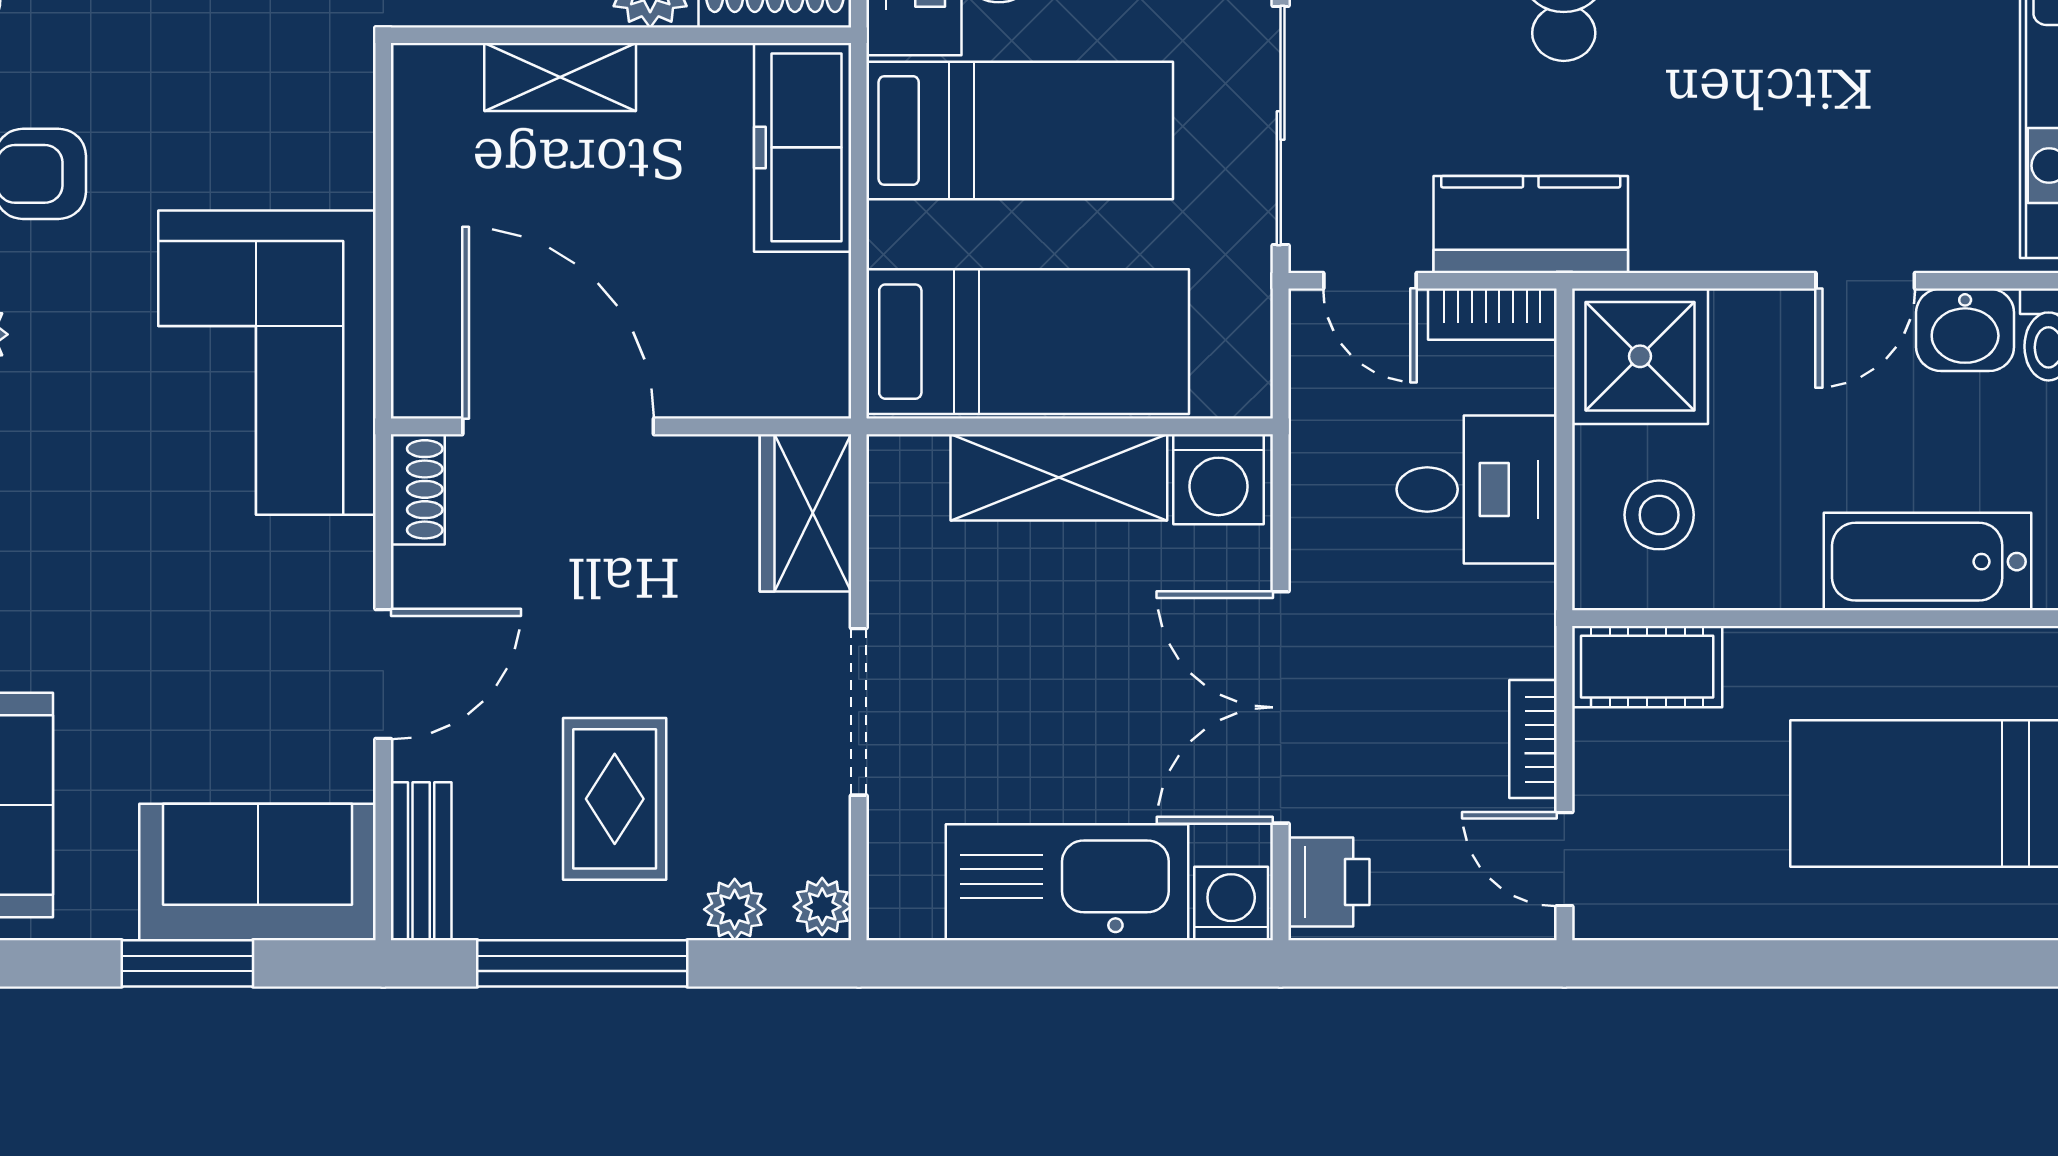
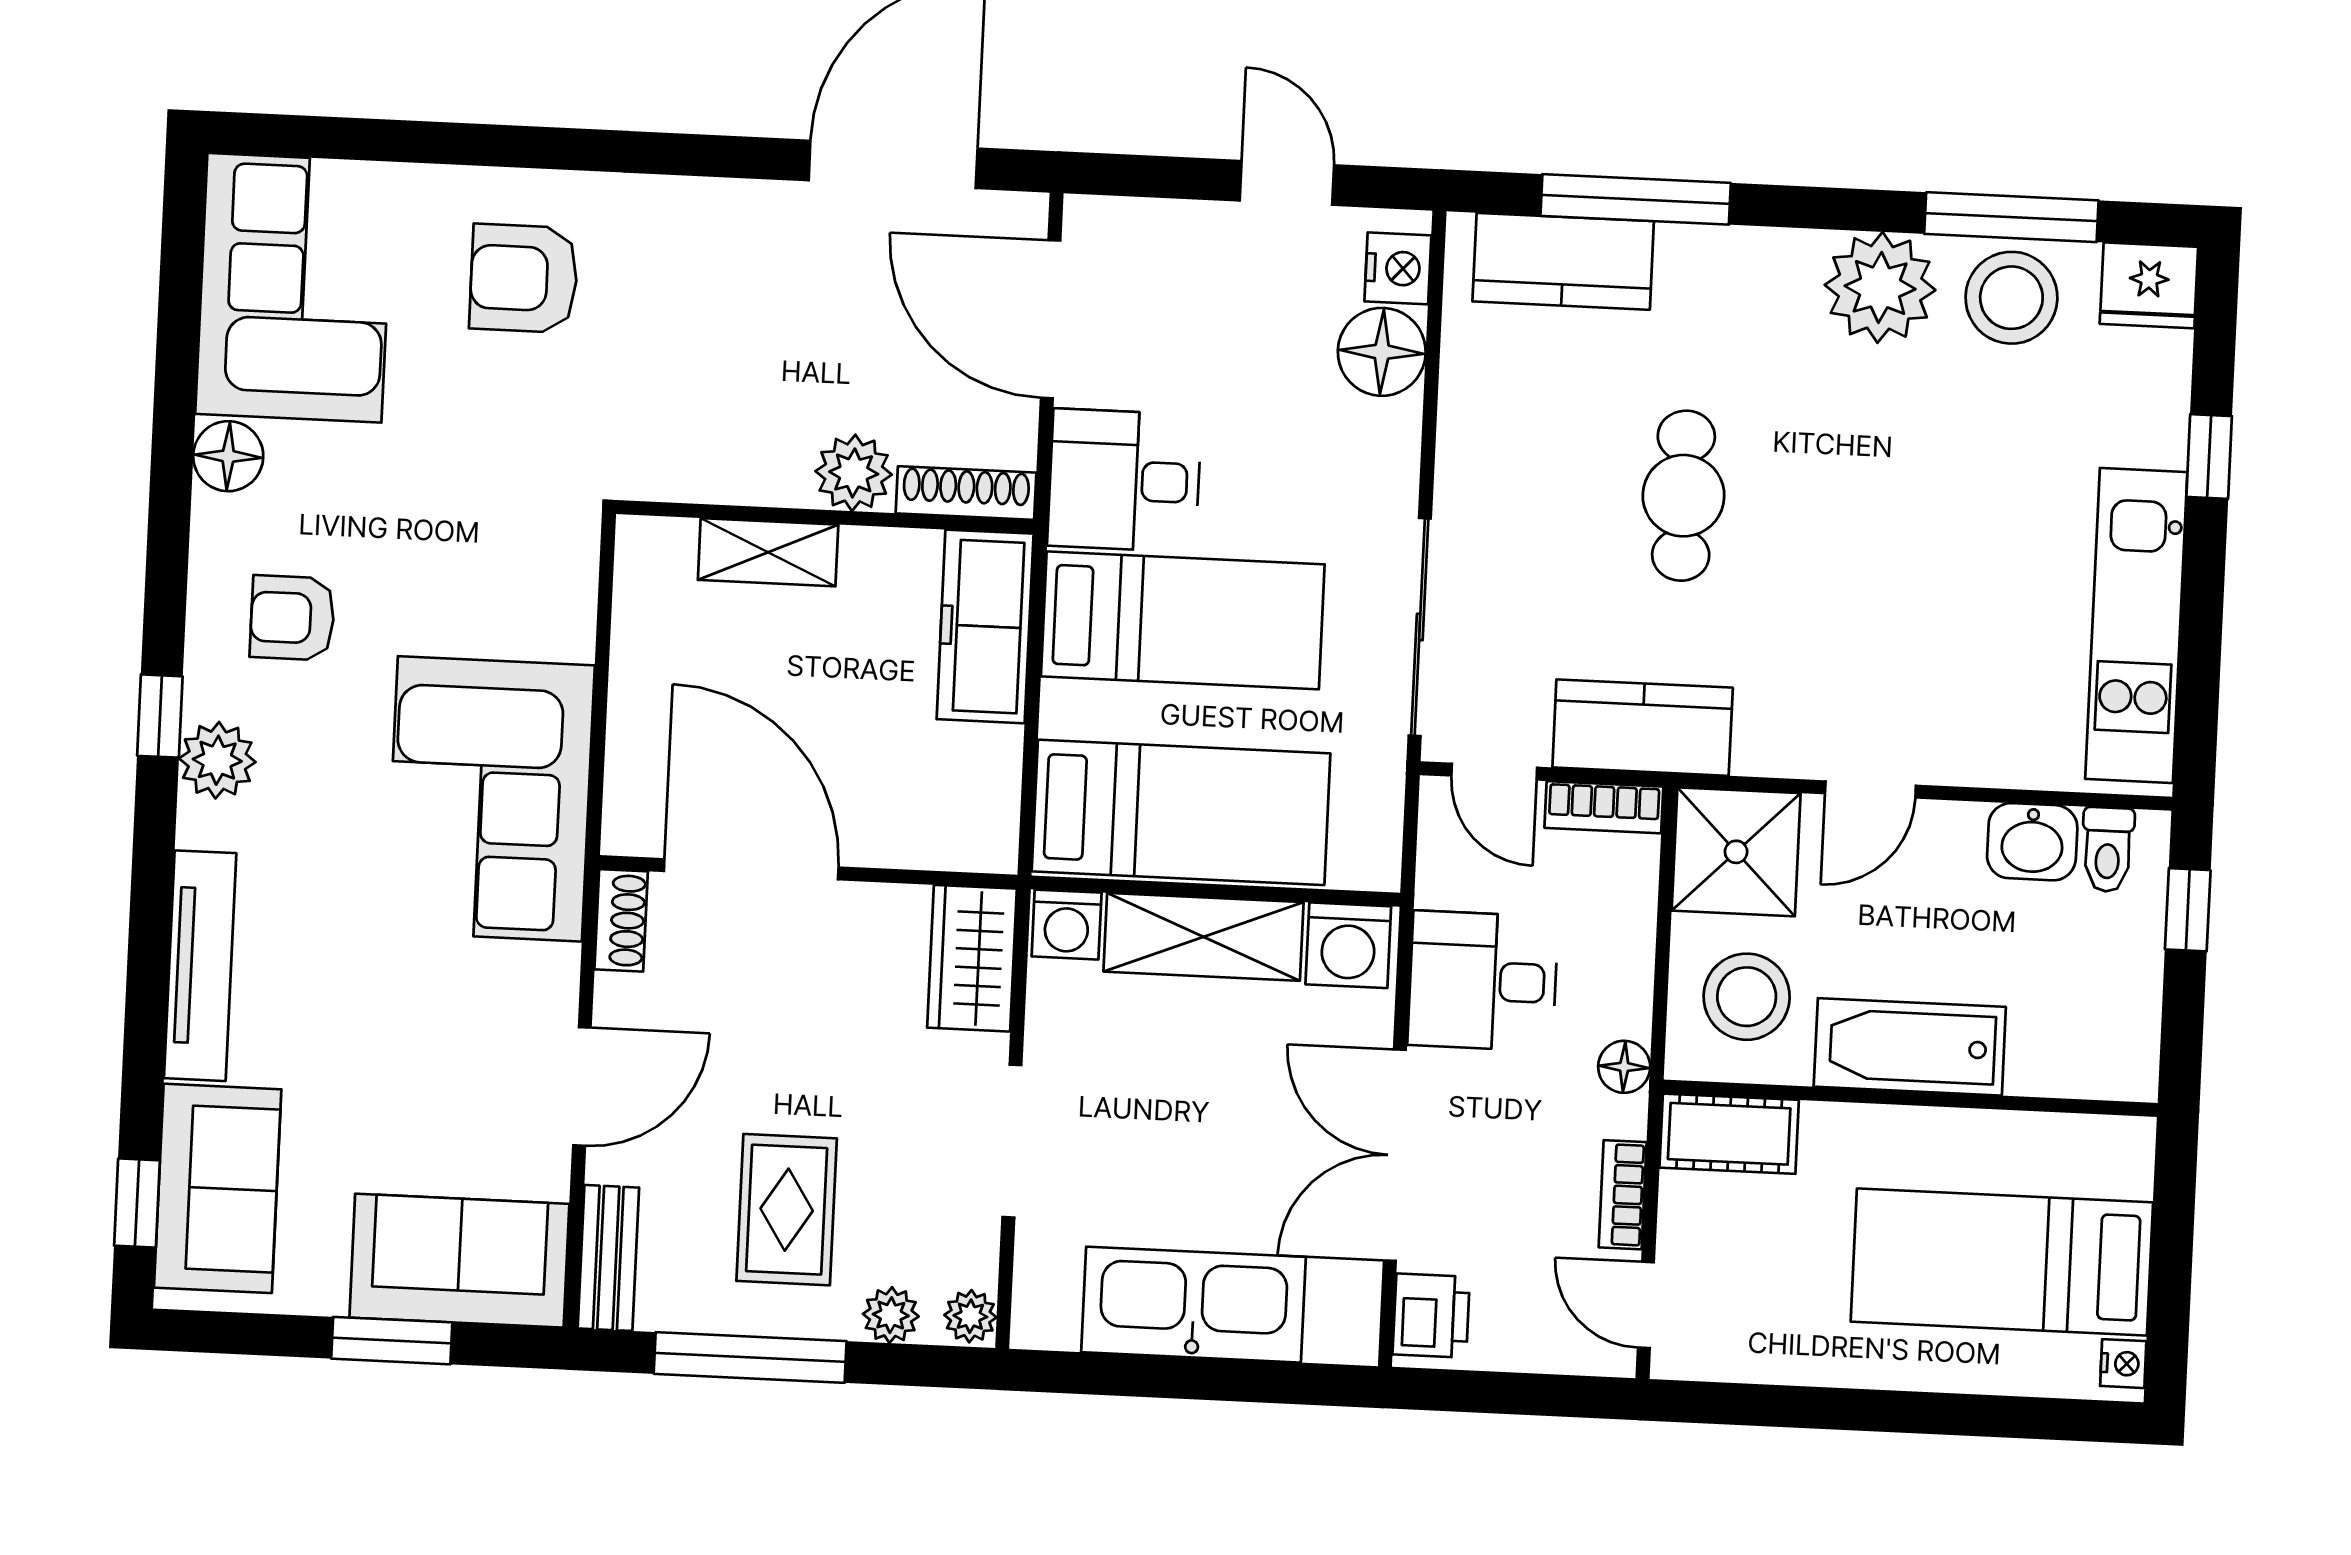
door: (1865, 281) -> (1870, 789), moved
desk: (1477, 489) -> (1483, 981), moved, turned 180
stool: (1659, 515) -> (1747, 997), width x1.38, depth x1.38
bathtub: (1928, 562) -> (1910, 1047), moved
floor lamp: (1528, 598) -> (1624, 1067), added
washing machine: (1231, 903) -> (1067, 925), moved, turned 180

